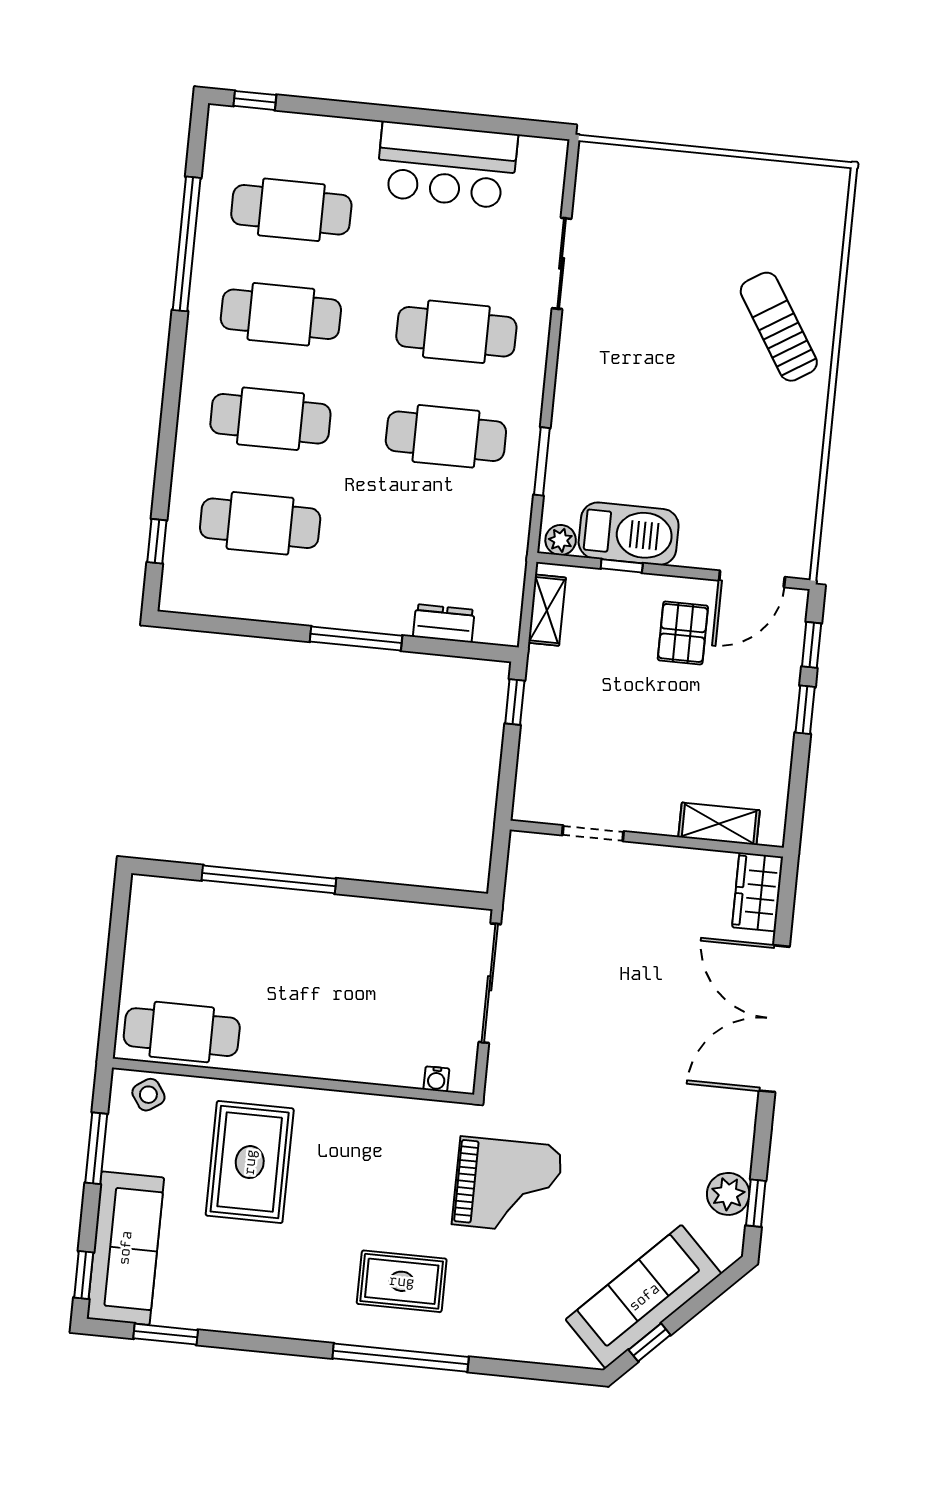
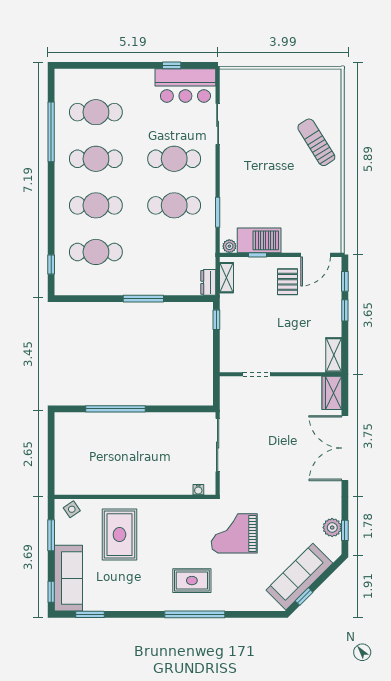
window: (255, 100) -> (172, 65), moved
bar counter: (447, 165) -> (185, 86), moved
dresser: (444, 623) -> (208, 282), moved, turned -90
shelving: (719, 824) -> (334, 355), moved, turned 90
cafe table: (182, 1032) -> (84, 480), removed
grand piano: (507, 1185) -> (234, 533), turned 180

